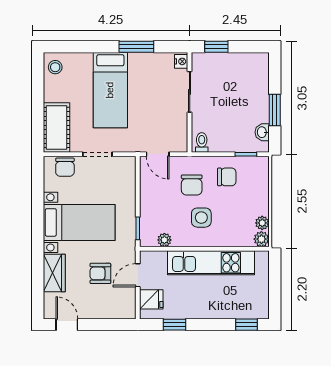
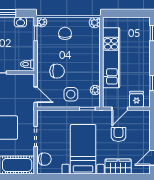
door: (158, 154) -> (36, 95), hinge flipped
chair: (227, 177) -> (65, 33), moved
side table: (201, 218) -> (71, 94), moved
plant: (262, 223) -> (42, 22), moved
armchair: (100, 273) -> (118, 134), turned 180
door: (138, 275) -> (120, 109), hinge flipped

